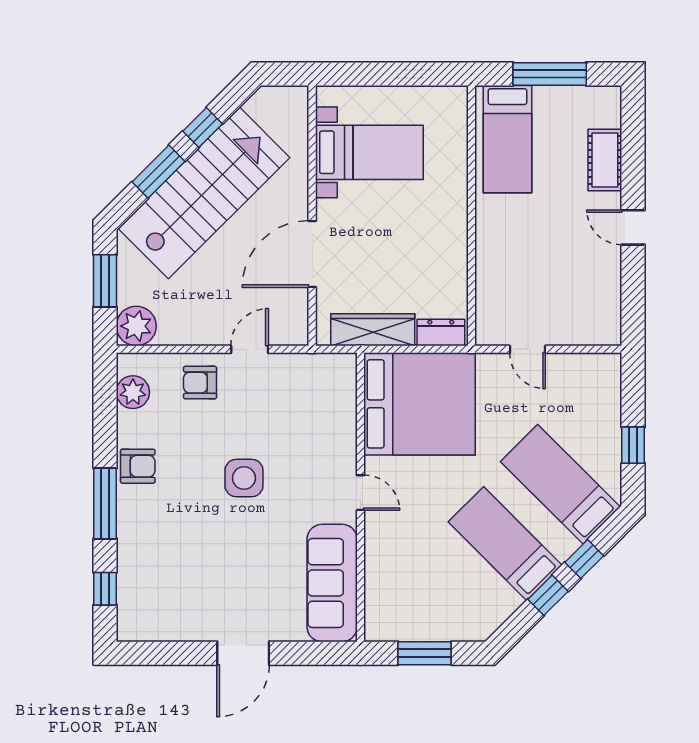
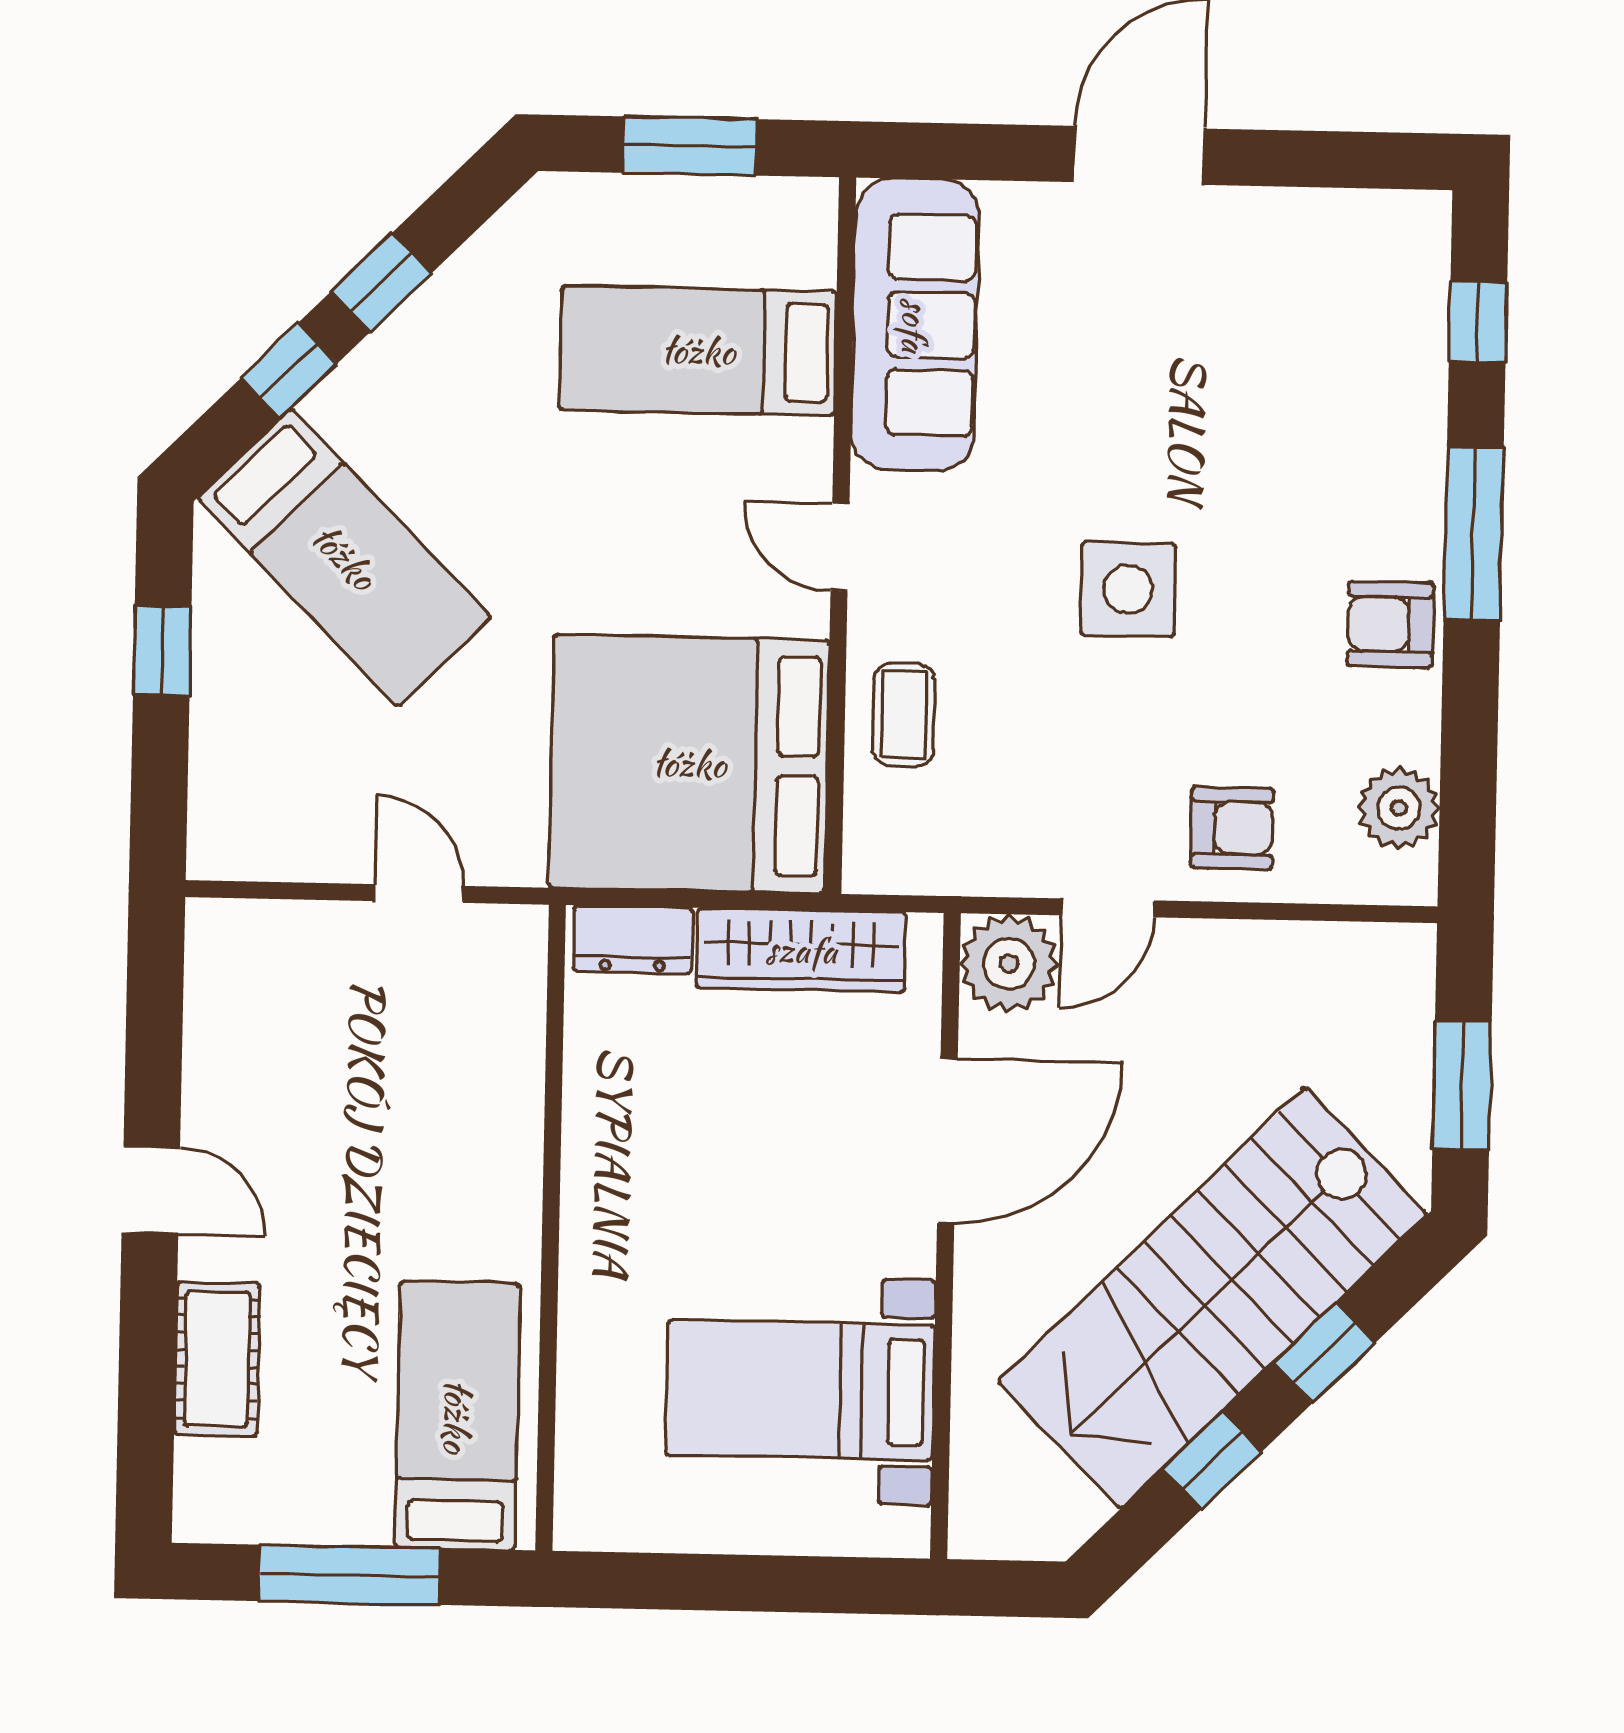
window: (158, 172) -> (1324, 1353), width x0.67
plant: (136, 326) -> (1009, 964), moved
coffee table: (333, 426) -> (904, 715), added
bed: (505, 544) -> (698, 351), moved, turned 135

